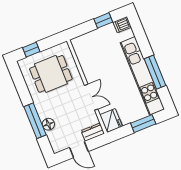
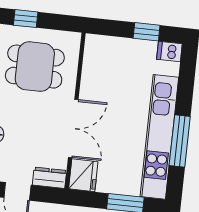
double door: (91, 97) -> (73, 128), width x1.37

